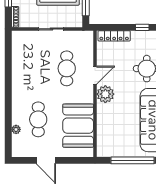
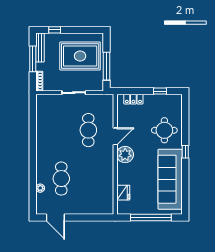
locker: (114, 36) -> (133, 99), width x0.66
booth: (78, 126) -> (99, 184), removed
fridge: (103, 134) -> (123, 193), added
door: (46, 160) -> (55, 218), moved

